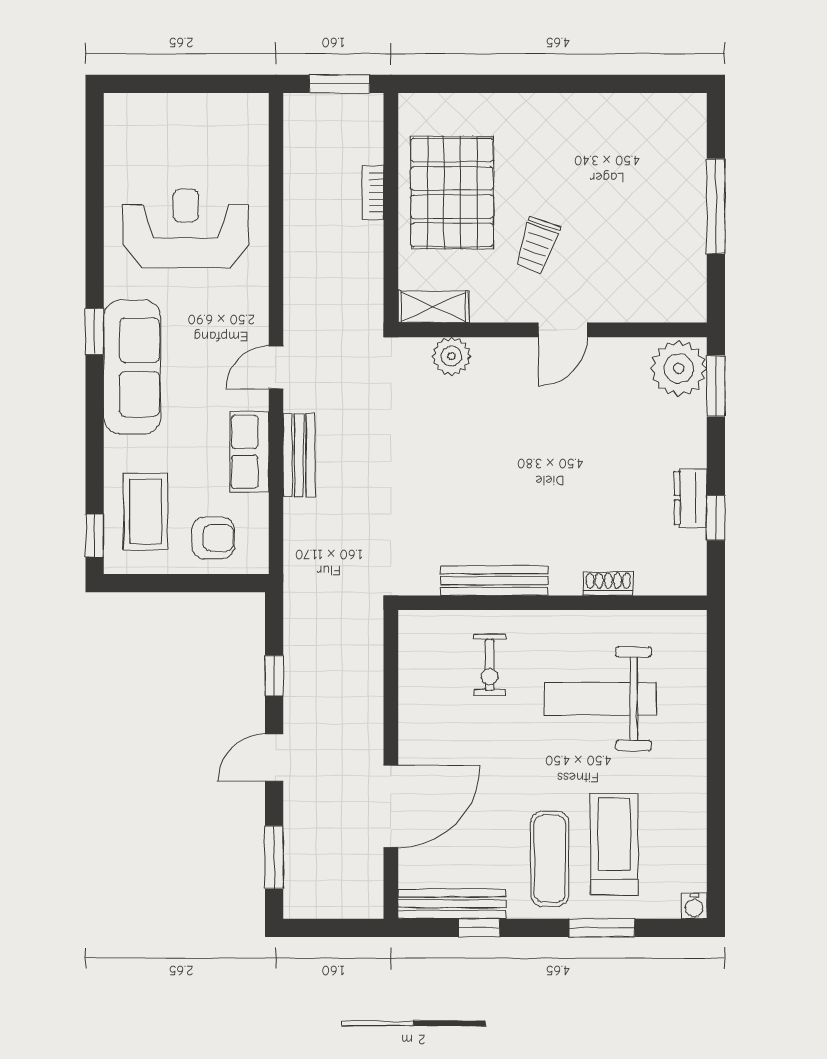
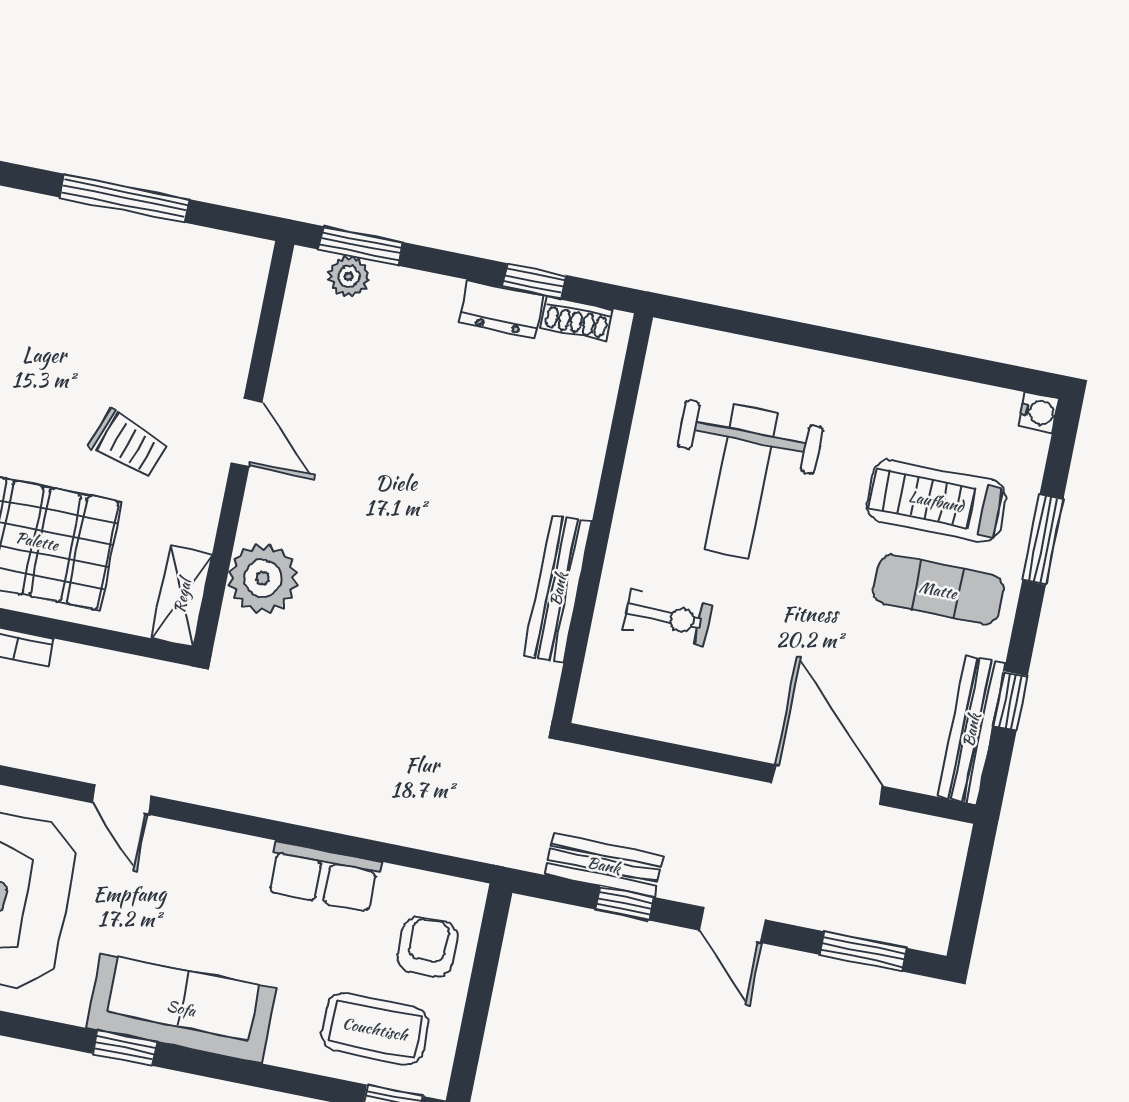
plant: (451, 356) -> (263, 578), width x1.36, depth x1.36
door: (276, 367) -> (122, 799), moved
plant: (679, 368) -> (349, 276), width x0.53, depth x0.53
bench: (299, 455) -> (604, 865), moved
shoe rack: (608, 584) -> (577, 318), moved, turned -90

